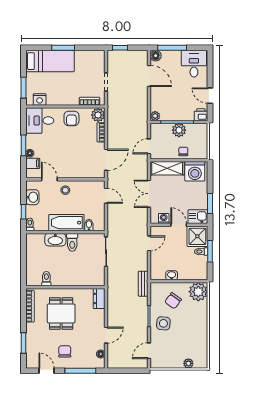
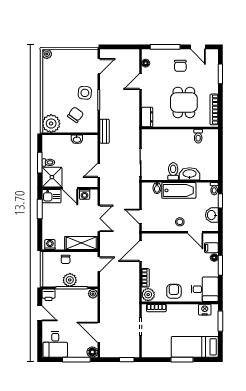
washing machine: (195, 171) -> (50, 245), width x0.53, depth x0.53
plant: (188, 363) -> (47, 54), moved

